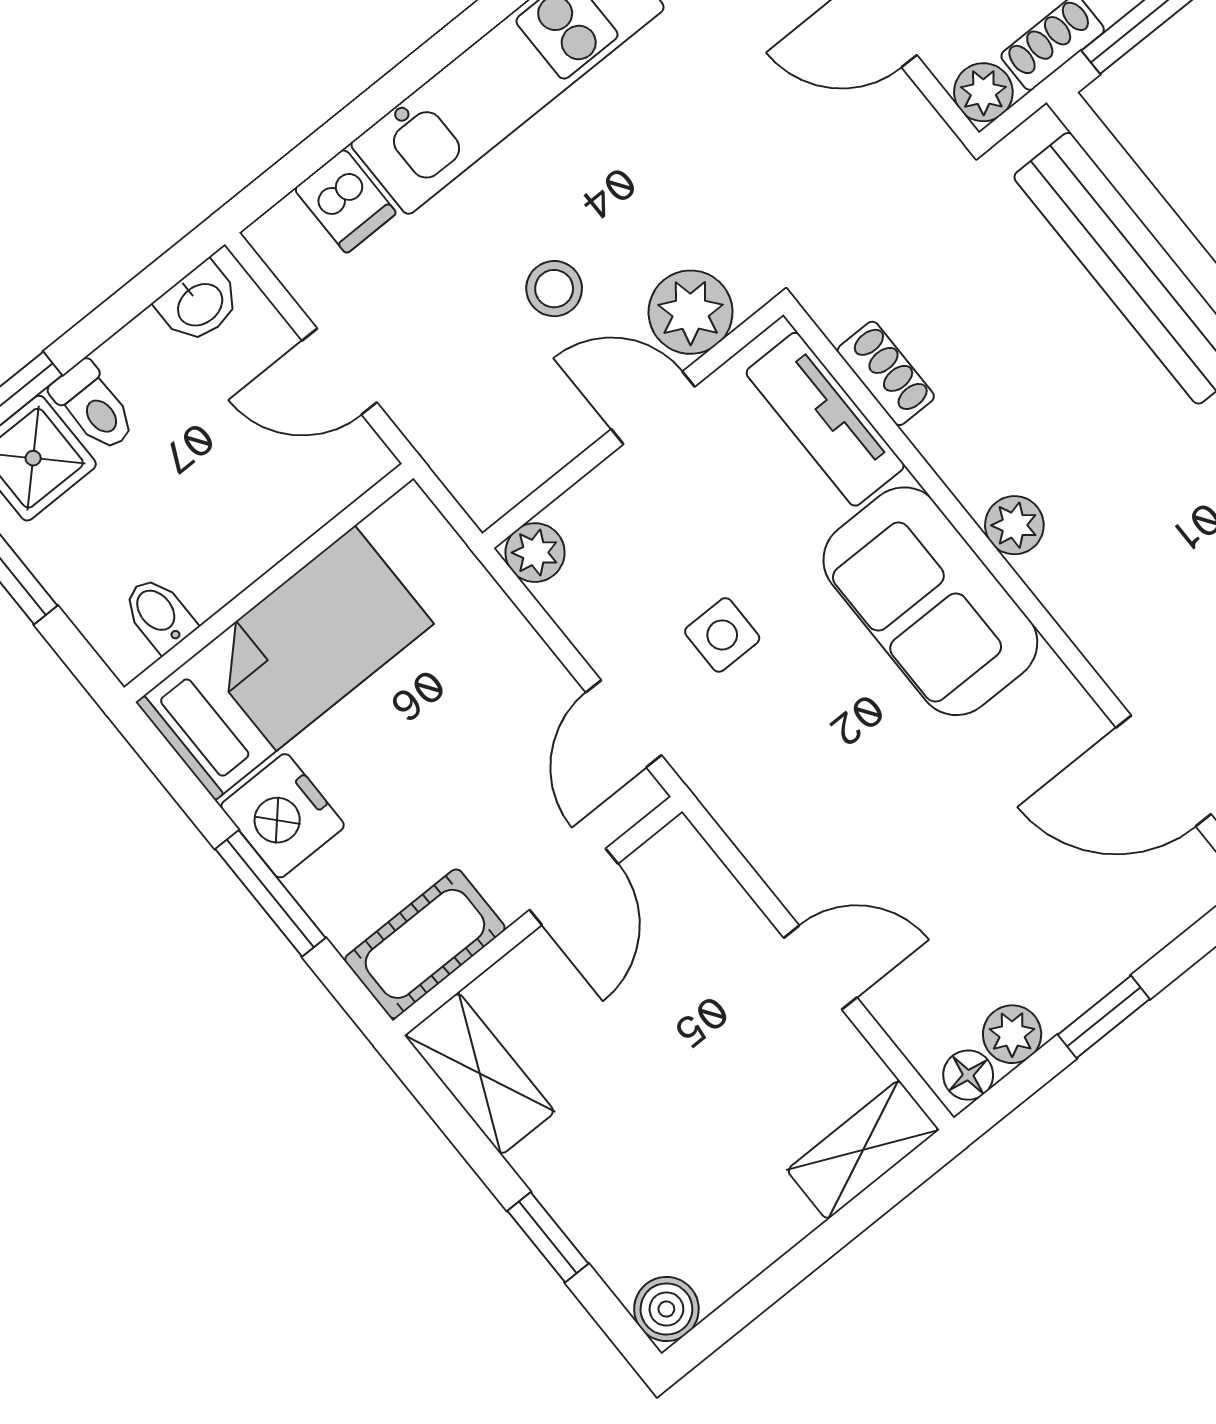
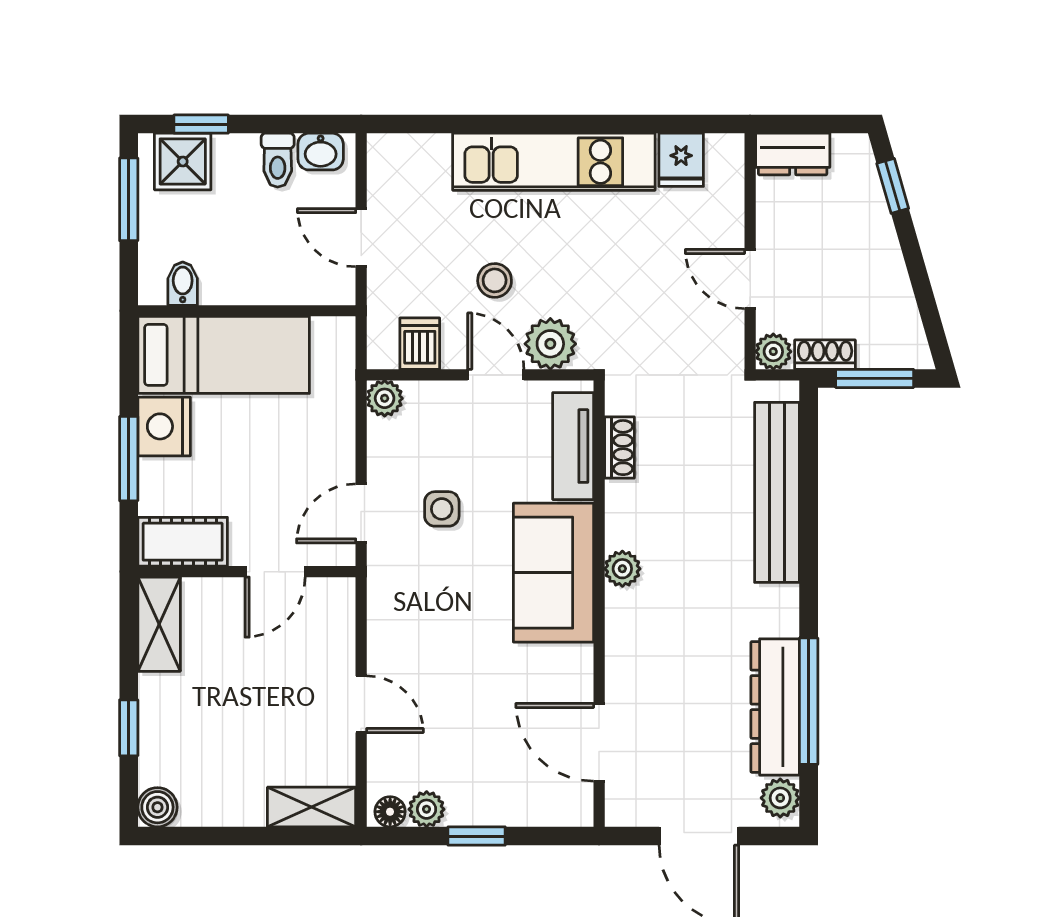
dishwasher: (345, 201) -> (420, 344), moved, turned 180
toilet: (94, 407) -> (278, 160), moved

